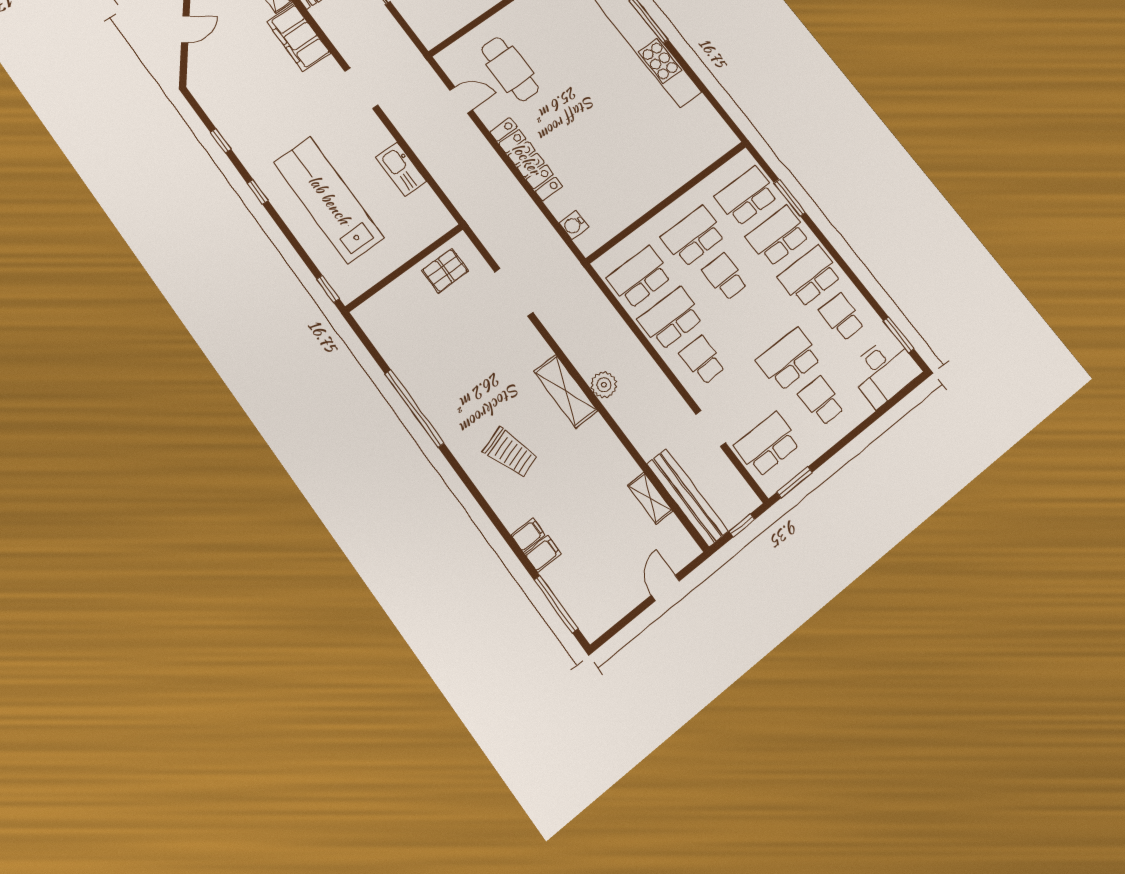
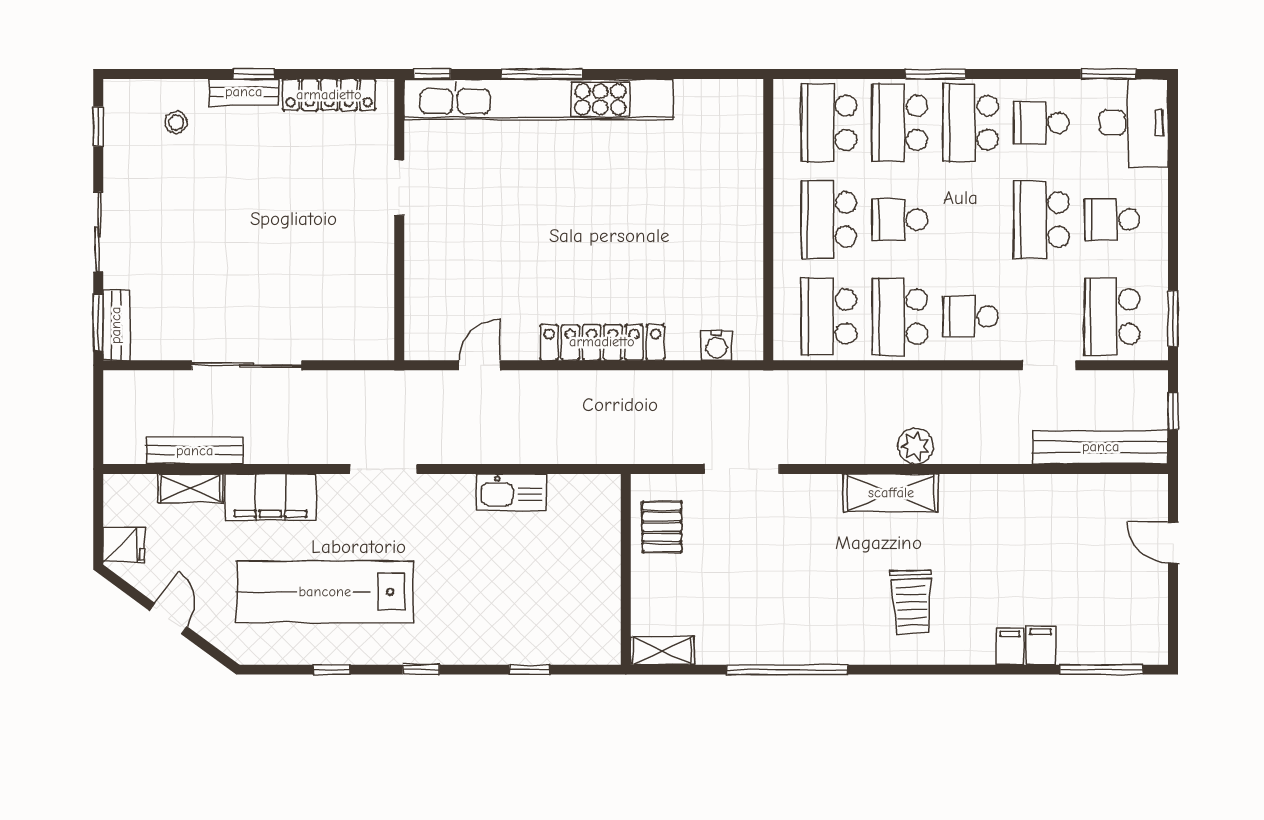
cafe table: (510, 69) -> (484, 282), removed
window: (790, 198) -> (935, 74), moved
lab bench: (329, 200) -> (325, 592), moved
window: (328, 289) -> (530, 670), moved
trolley: (511, 453) -> (911, 602), turned 106
shelving: (650, 498) -> (662, 651), moved

